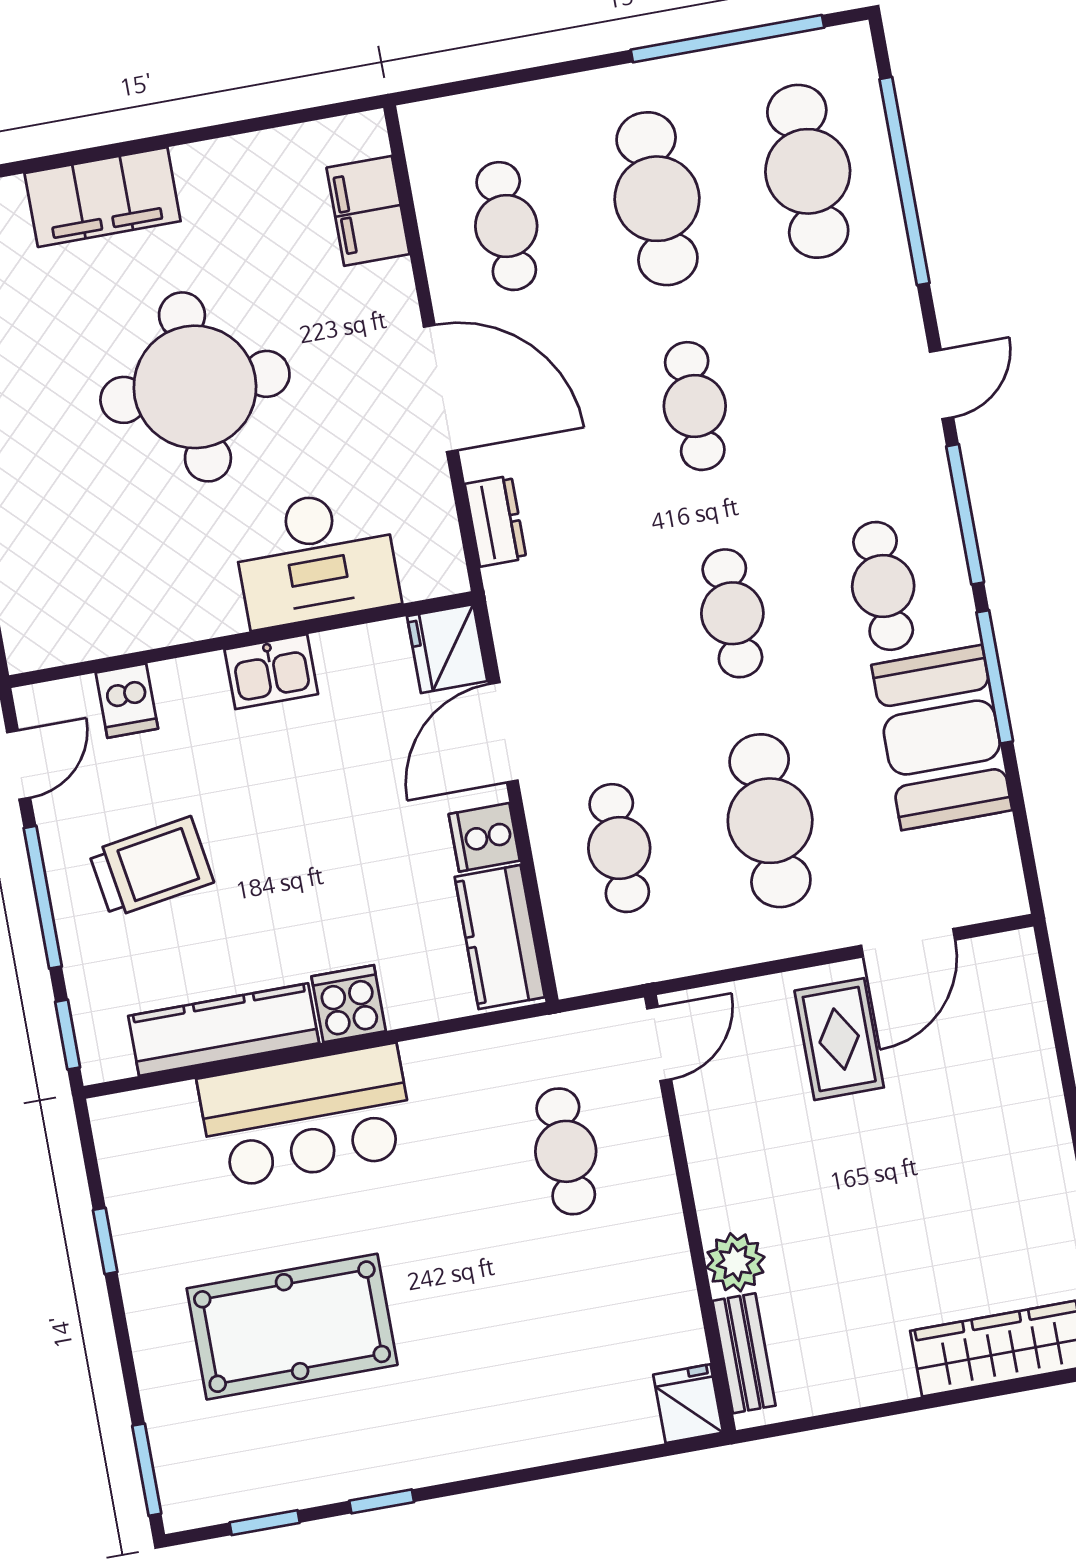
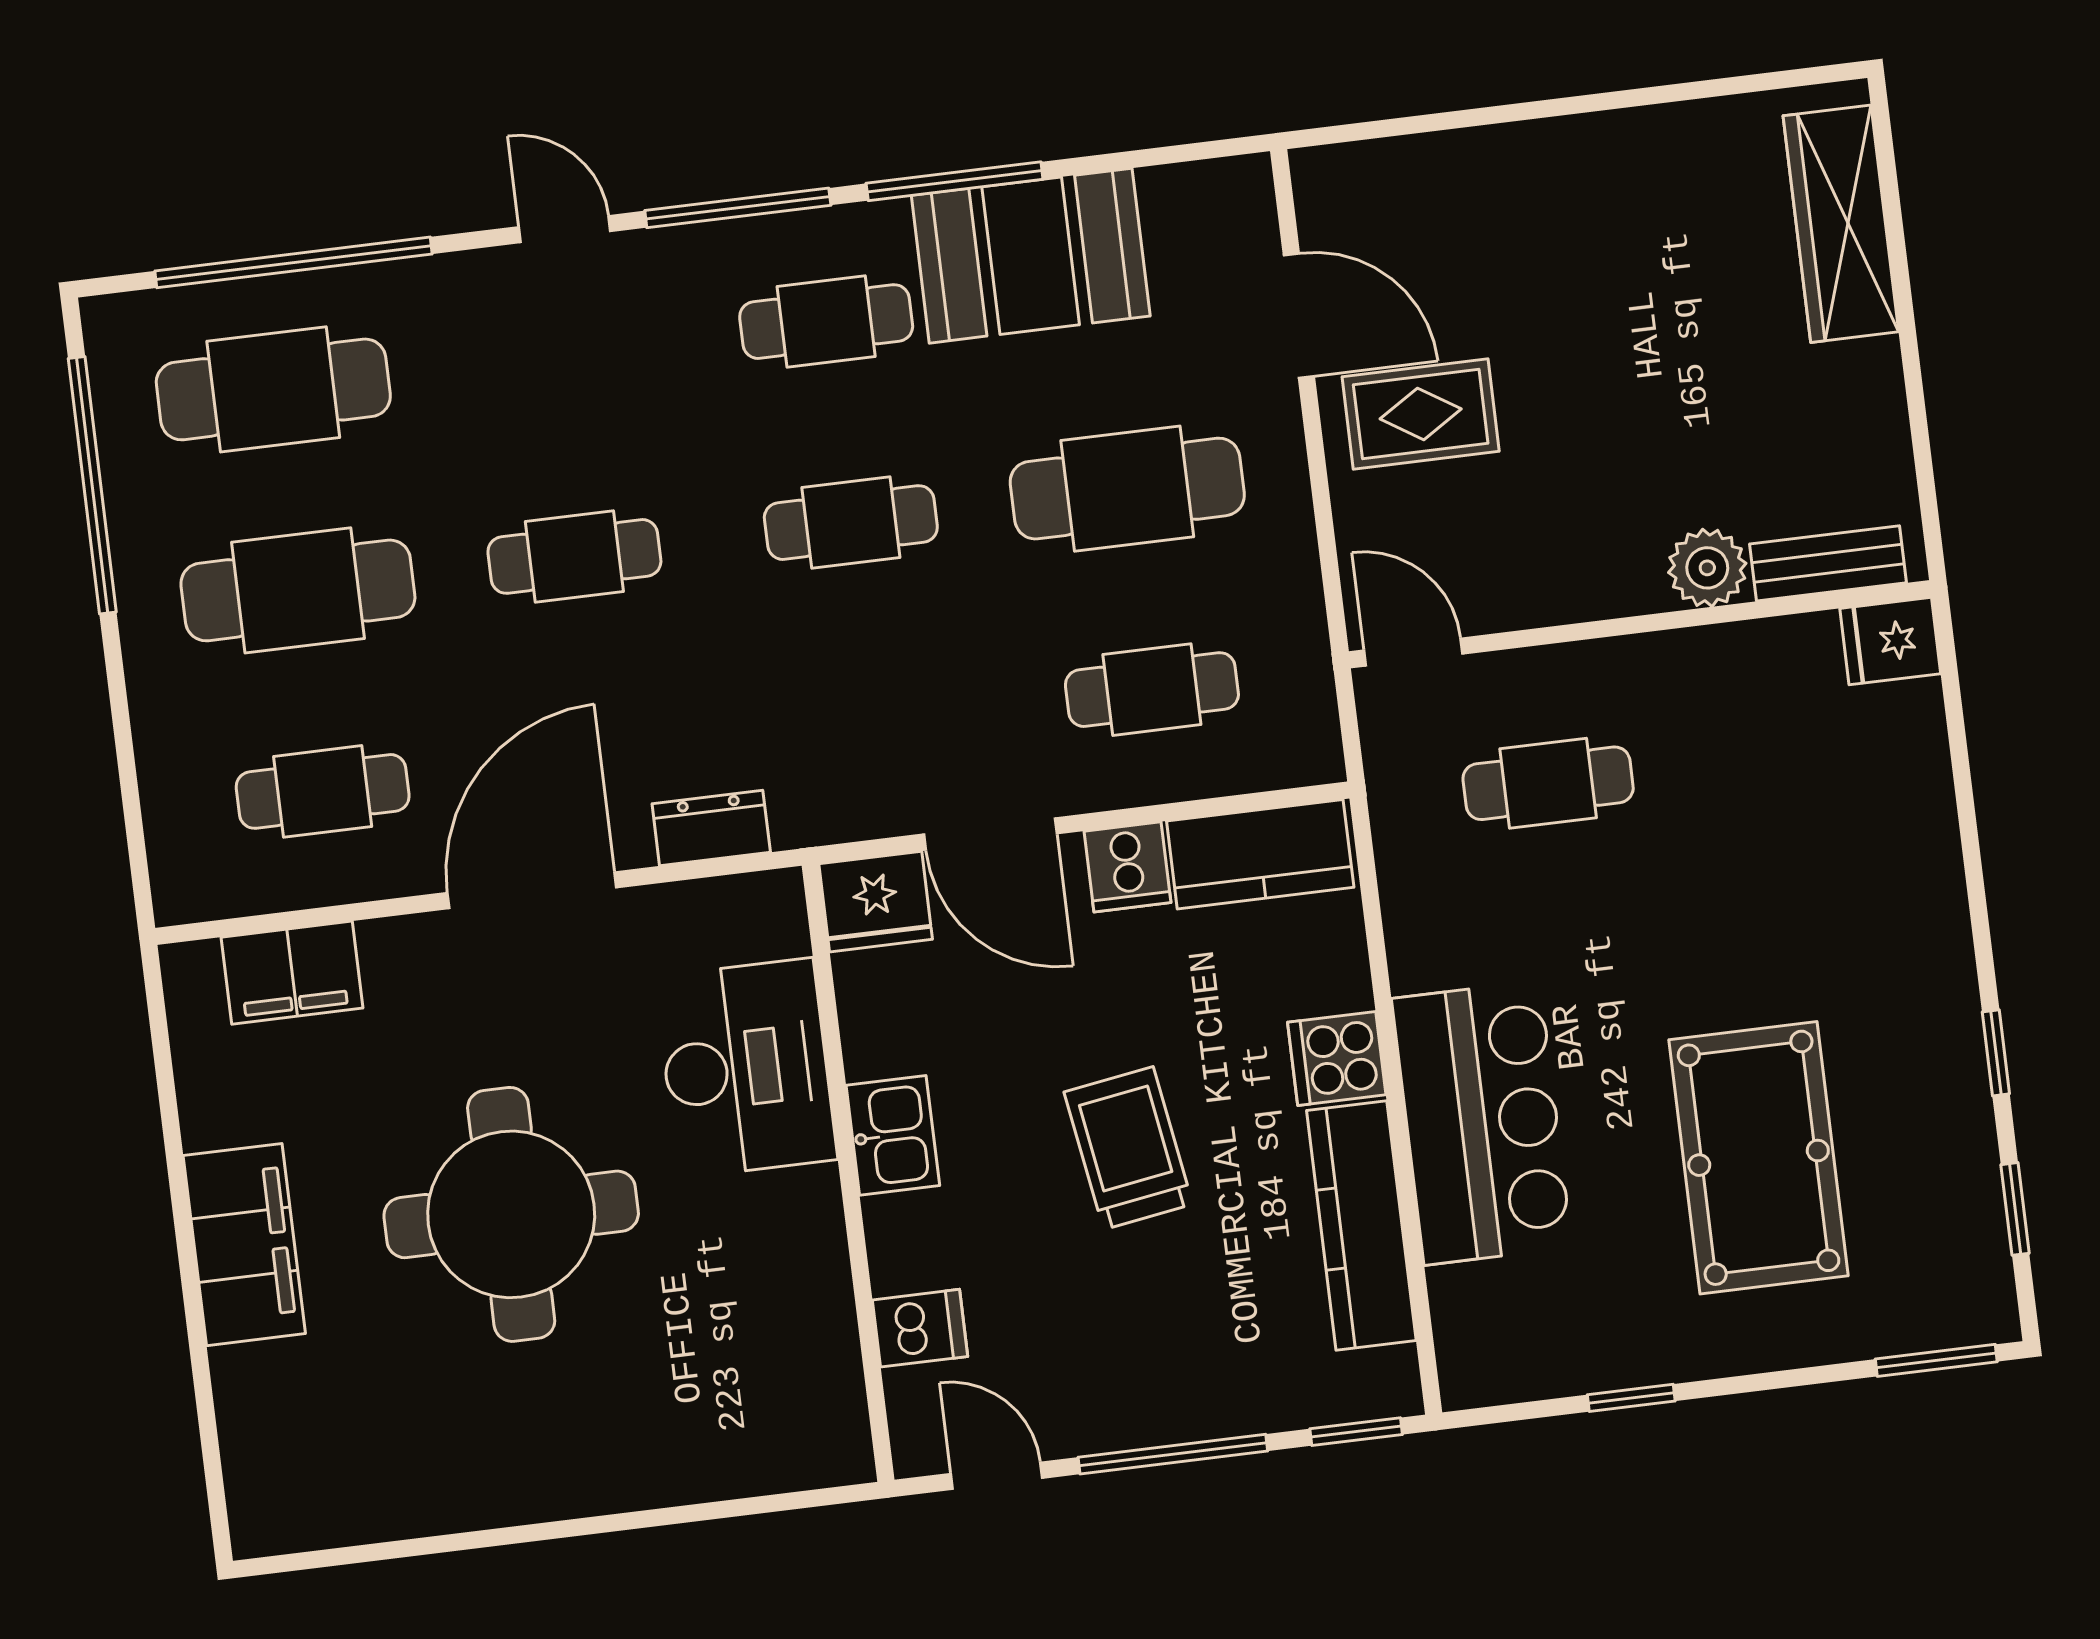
filing cabinet: (103, 197) -> (244, 1245), moved
trolley: (151, 867) -> (1128, 1148), moved

